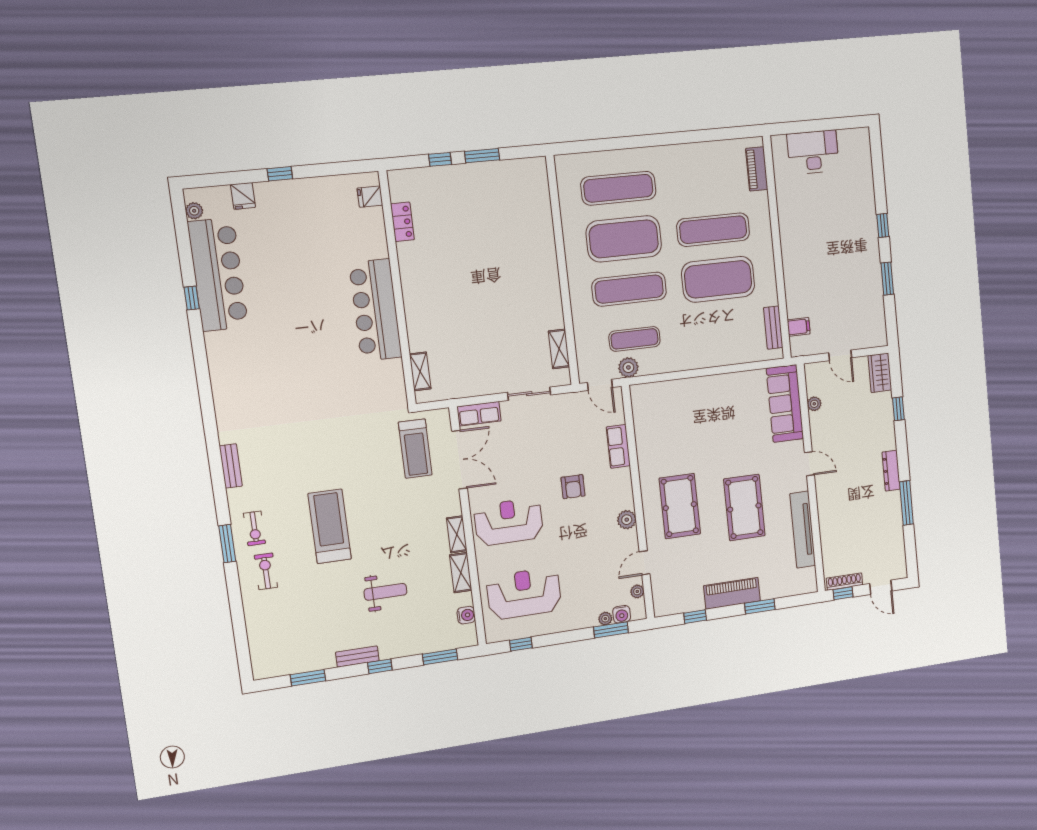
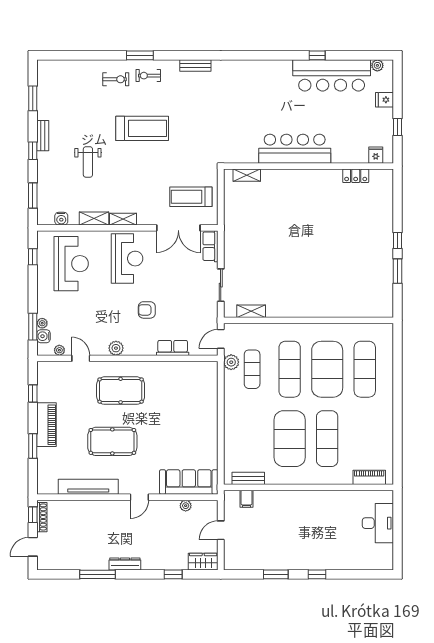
fridge: (370, 197) -> (376, 155), moved
locker: (402, 222) -> (356, 176), moved
wall: (397, 289) -> (308, 166), moved
bar counter: (375, 310) -> (295, 149), moved
shelving: (420, 371) -> (247, 175), moved

